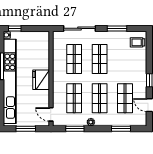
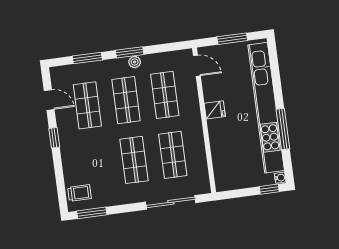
window: (117, 28) -> (92, 213), moved
fridge: (41, 80) -> (215, 110), width x0.53, depth x0.75
window: (75, 129) -> (130, 52), moved

